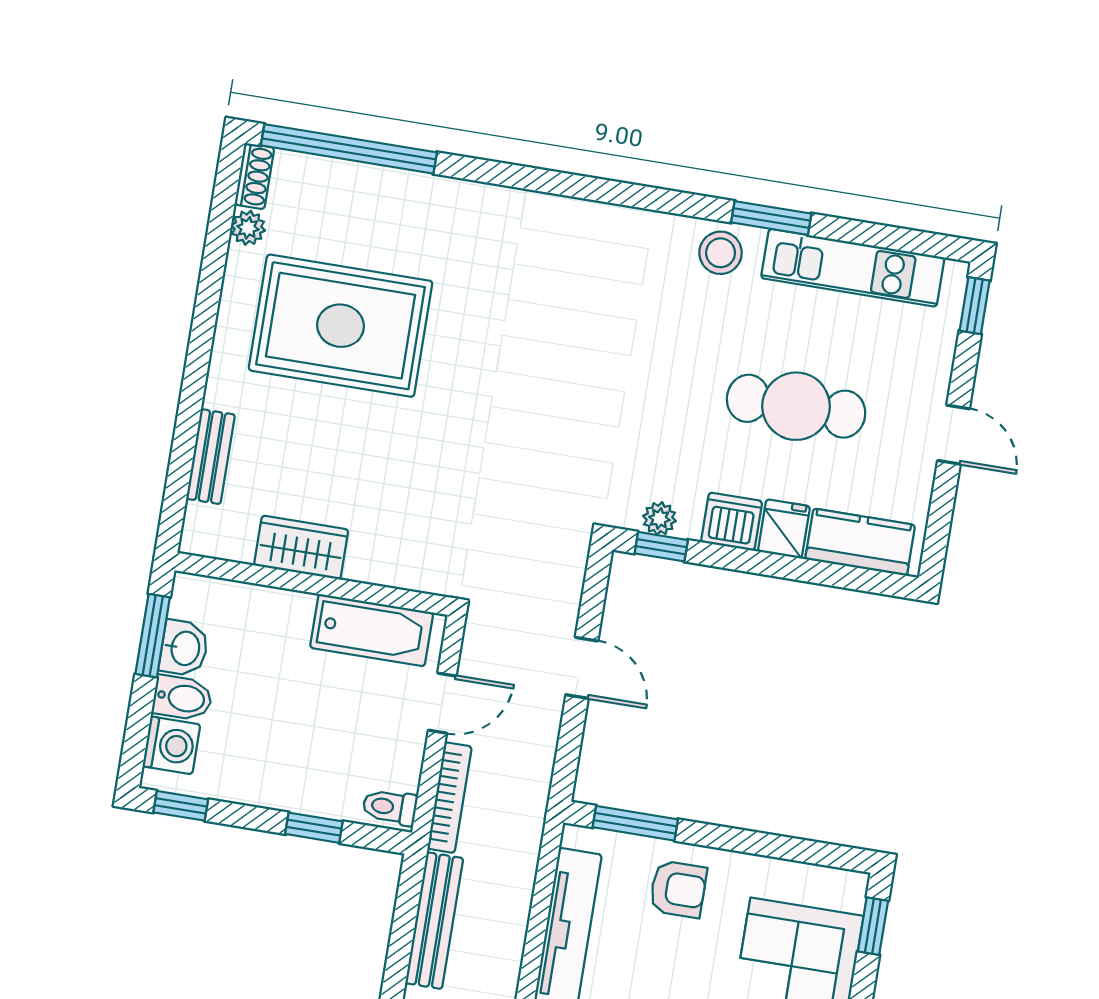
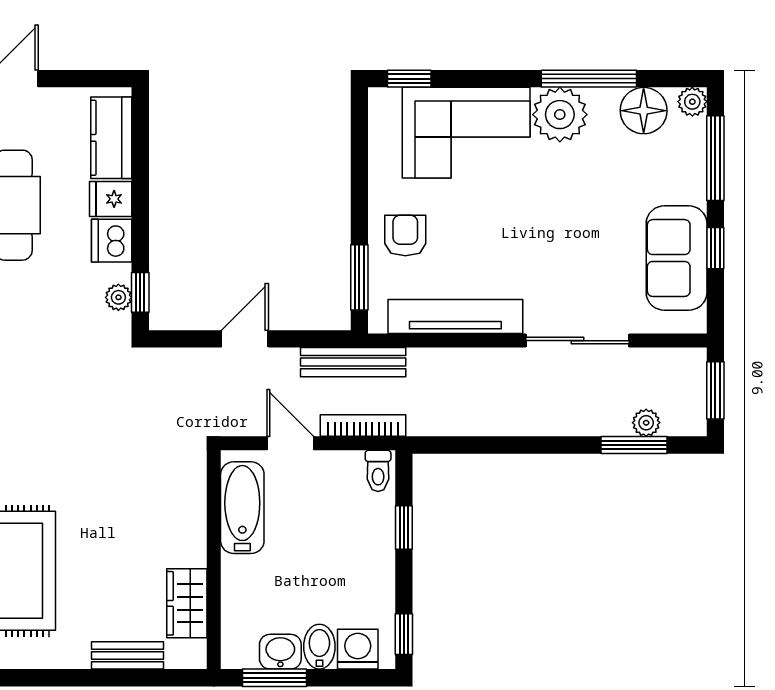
wardrobe: (301, 548) -> (187, 603), moved
bench: (434, 921) -> (353, 362), moved

